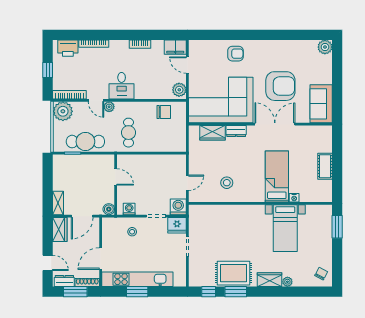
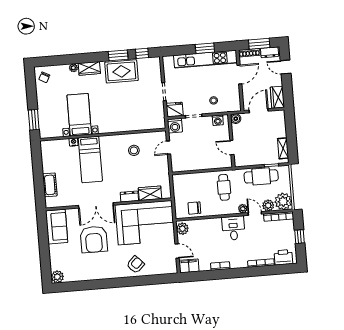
armchair: (235, 54) -> (136, 265), turned 136
armchair: (280, 86) -> (94, 239), turned -90
plant: (80, 108) -> (268, 205), added
cot: (325, 166) -> (50, 185), moved
shelving: (58, 203) -> (283, 148), moved

